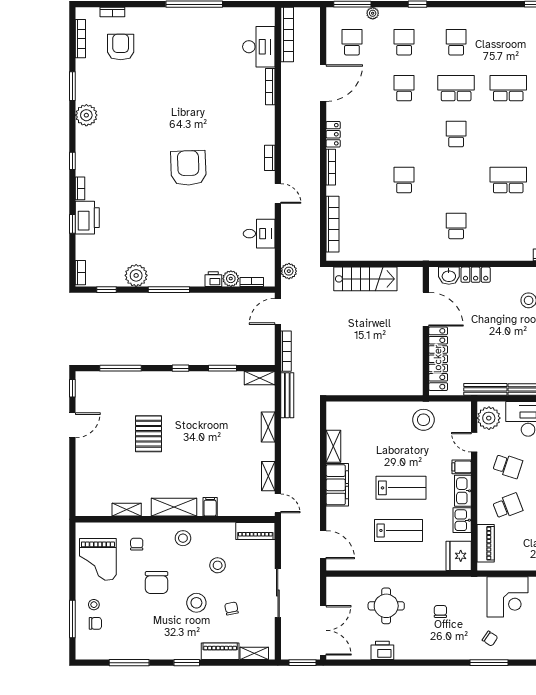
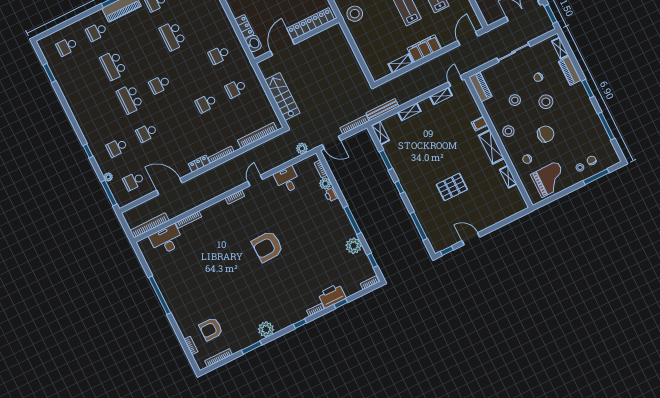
school desk: (456, 42) -> (236, 88), moved

